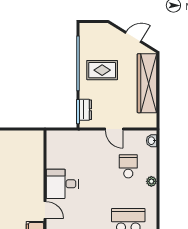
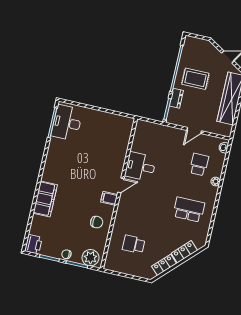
dresser: (85, 110) -> (176, 98), moved
door: (114, 129) -> (194, 131), hinge flipped
door: (45, 210) -> (121, 185), hinge flipped

